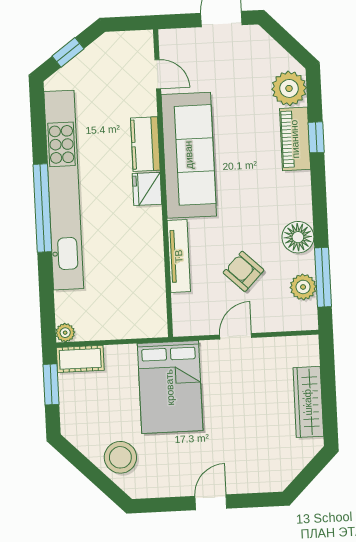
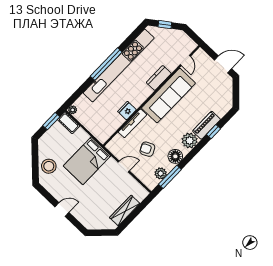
plant: (289, 88) -> (190, 141), moved
fridge: (147, 189) -> (127, 111), moved
armchair: (243, 271) -> (147, 149), turned -69

